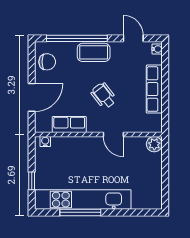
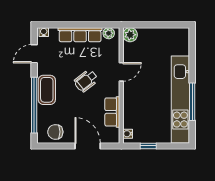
chair: (47, 62) -> (55, 132), turned -90
plant: (156, 121) -> (109, 33), added
window: (32, 181) -> (148, 146), moved

